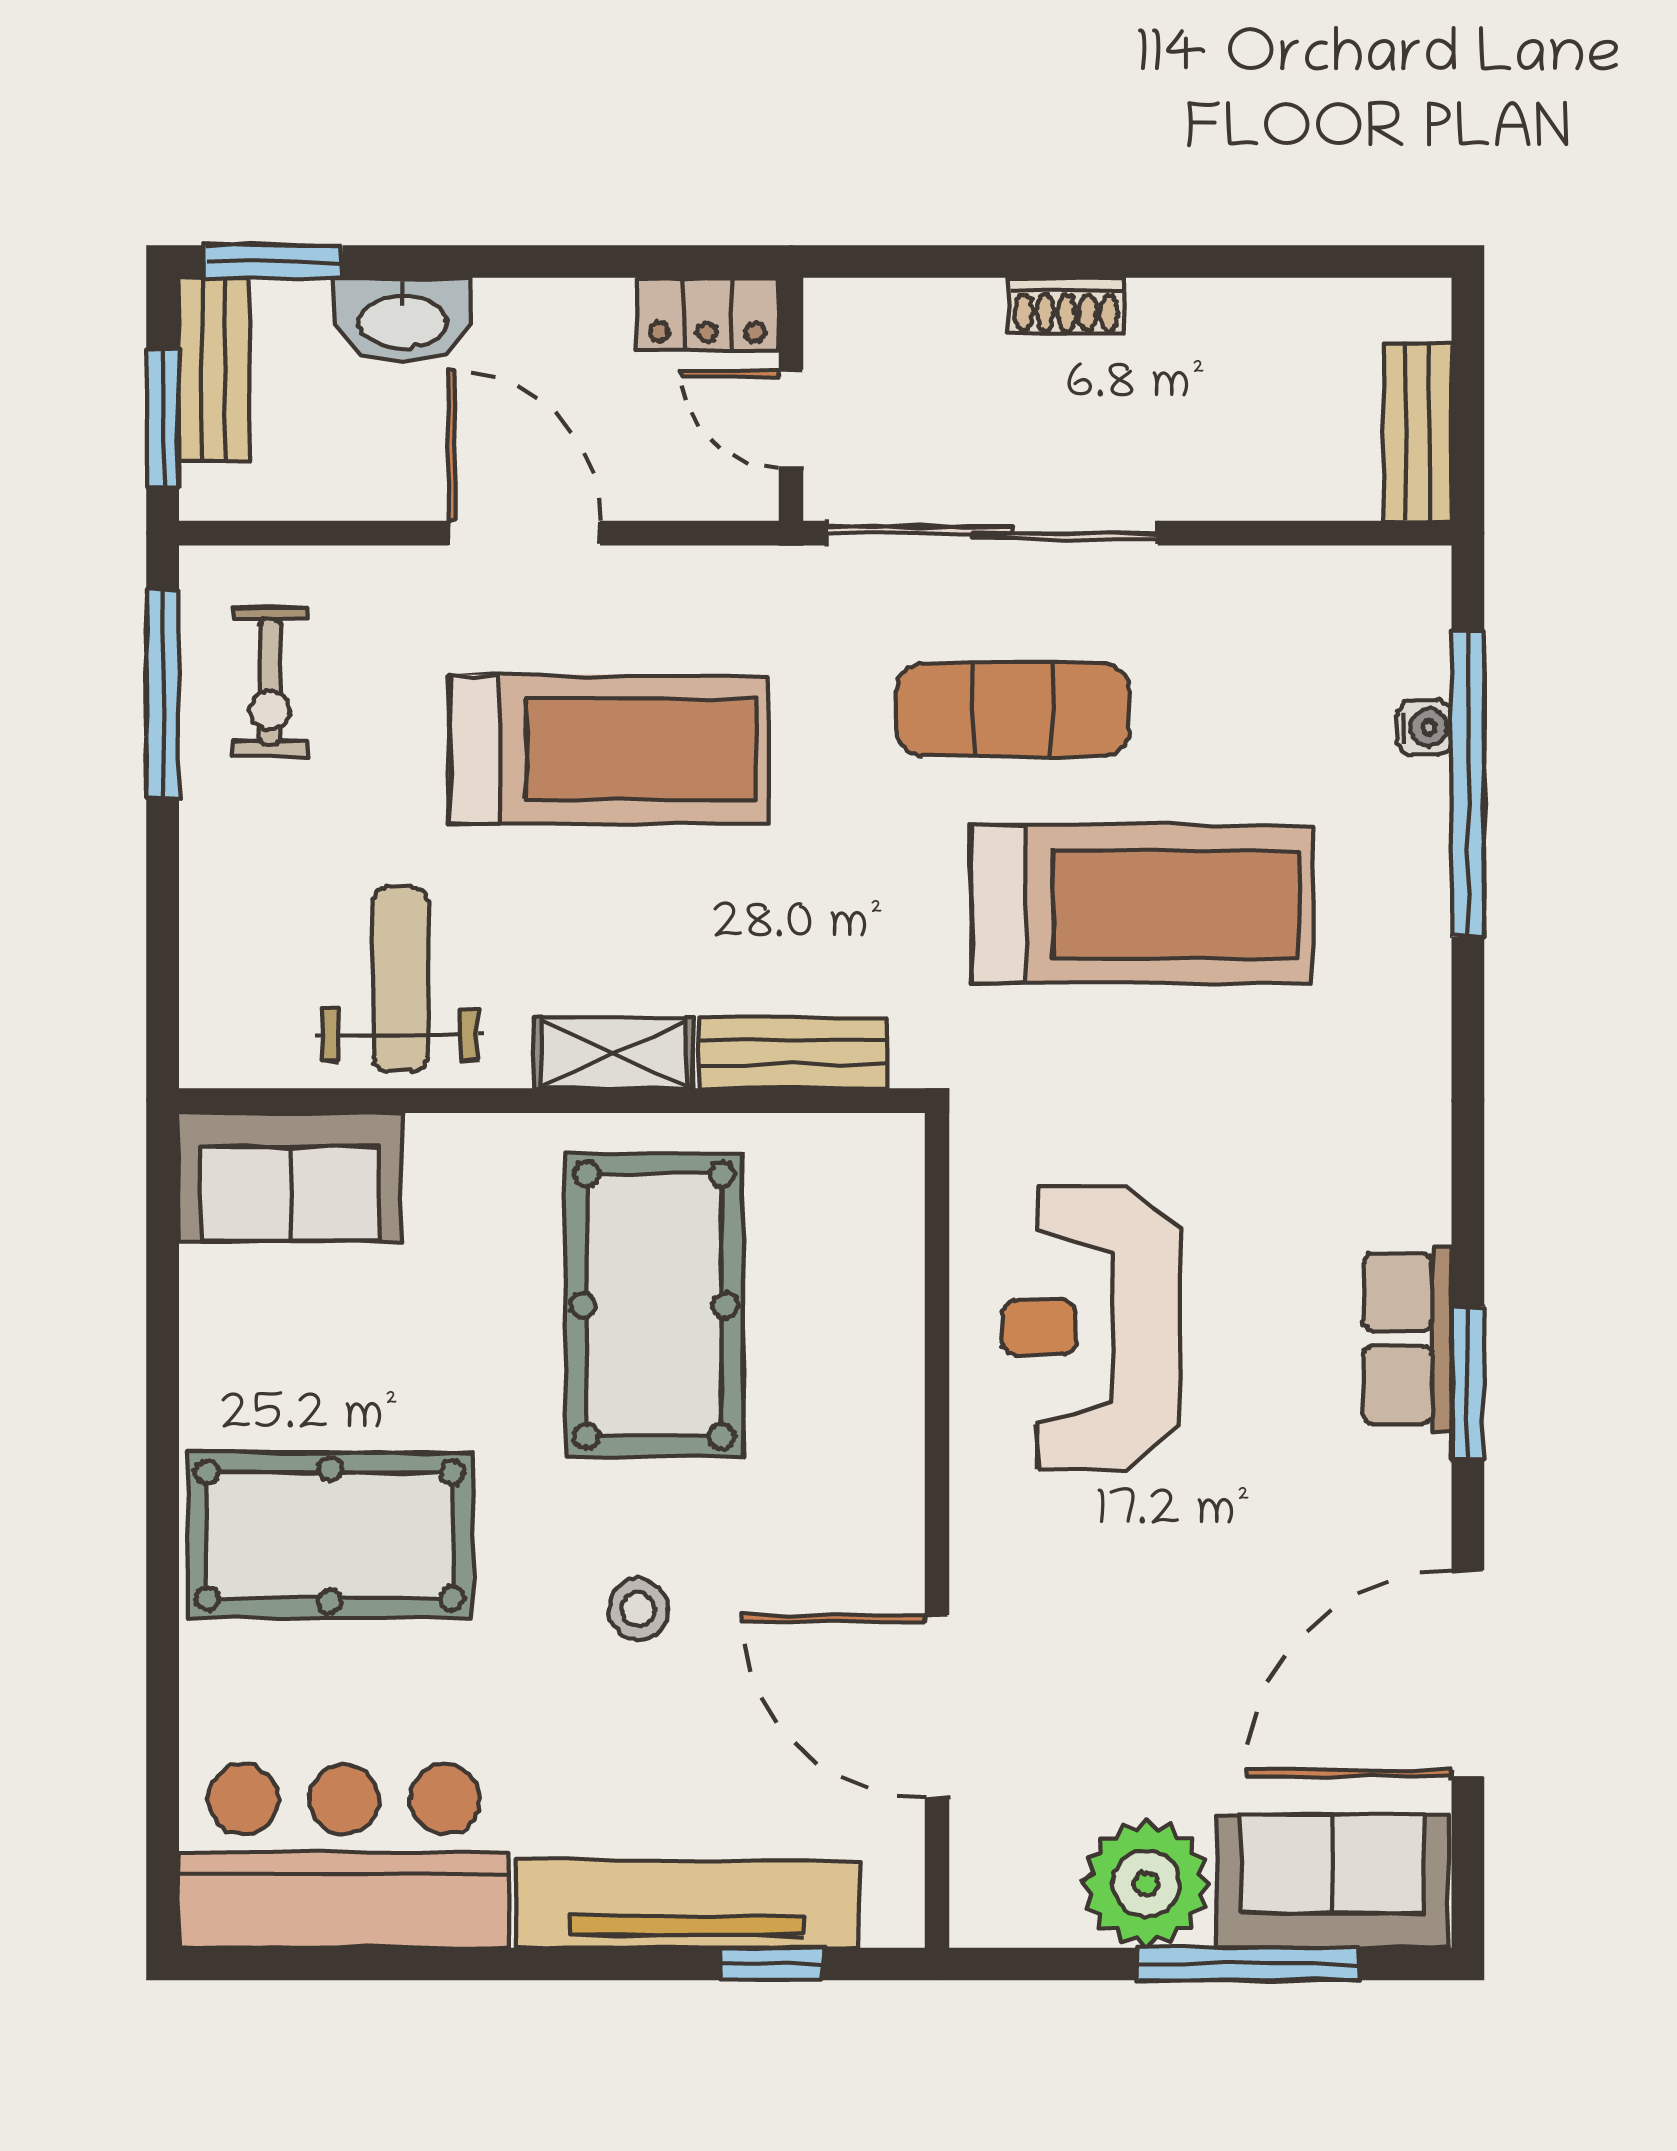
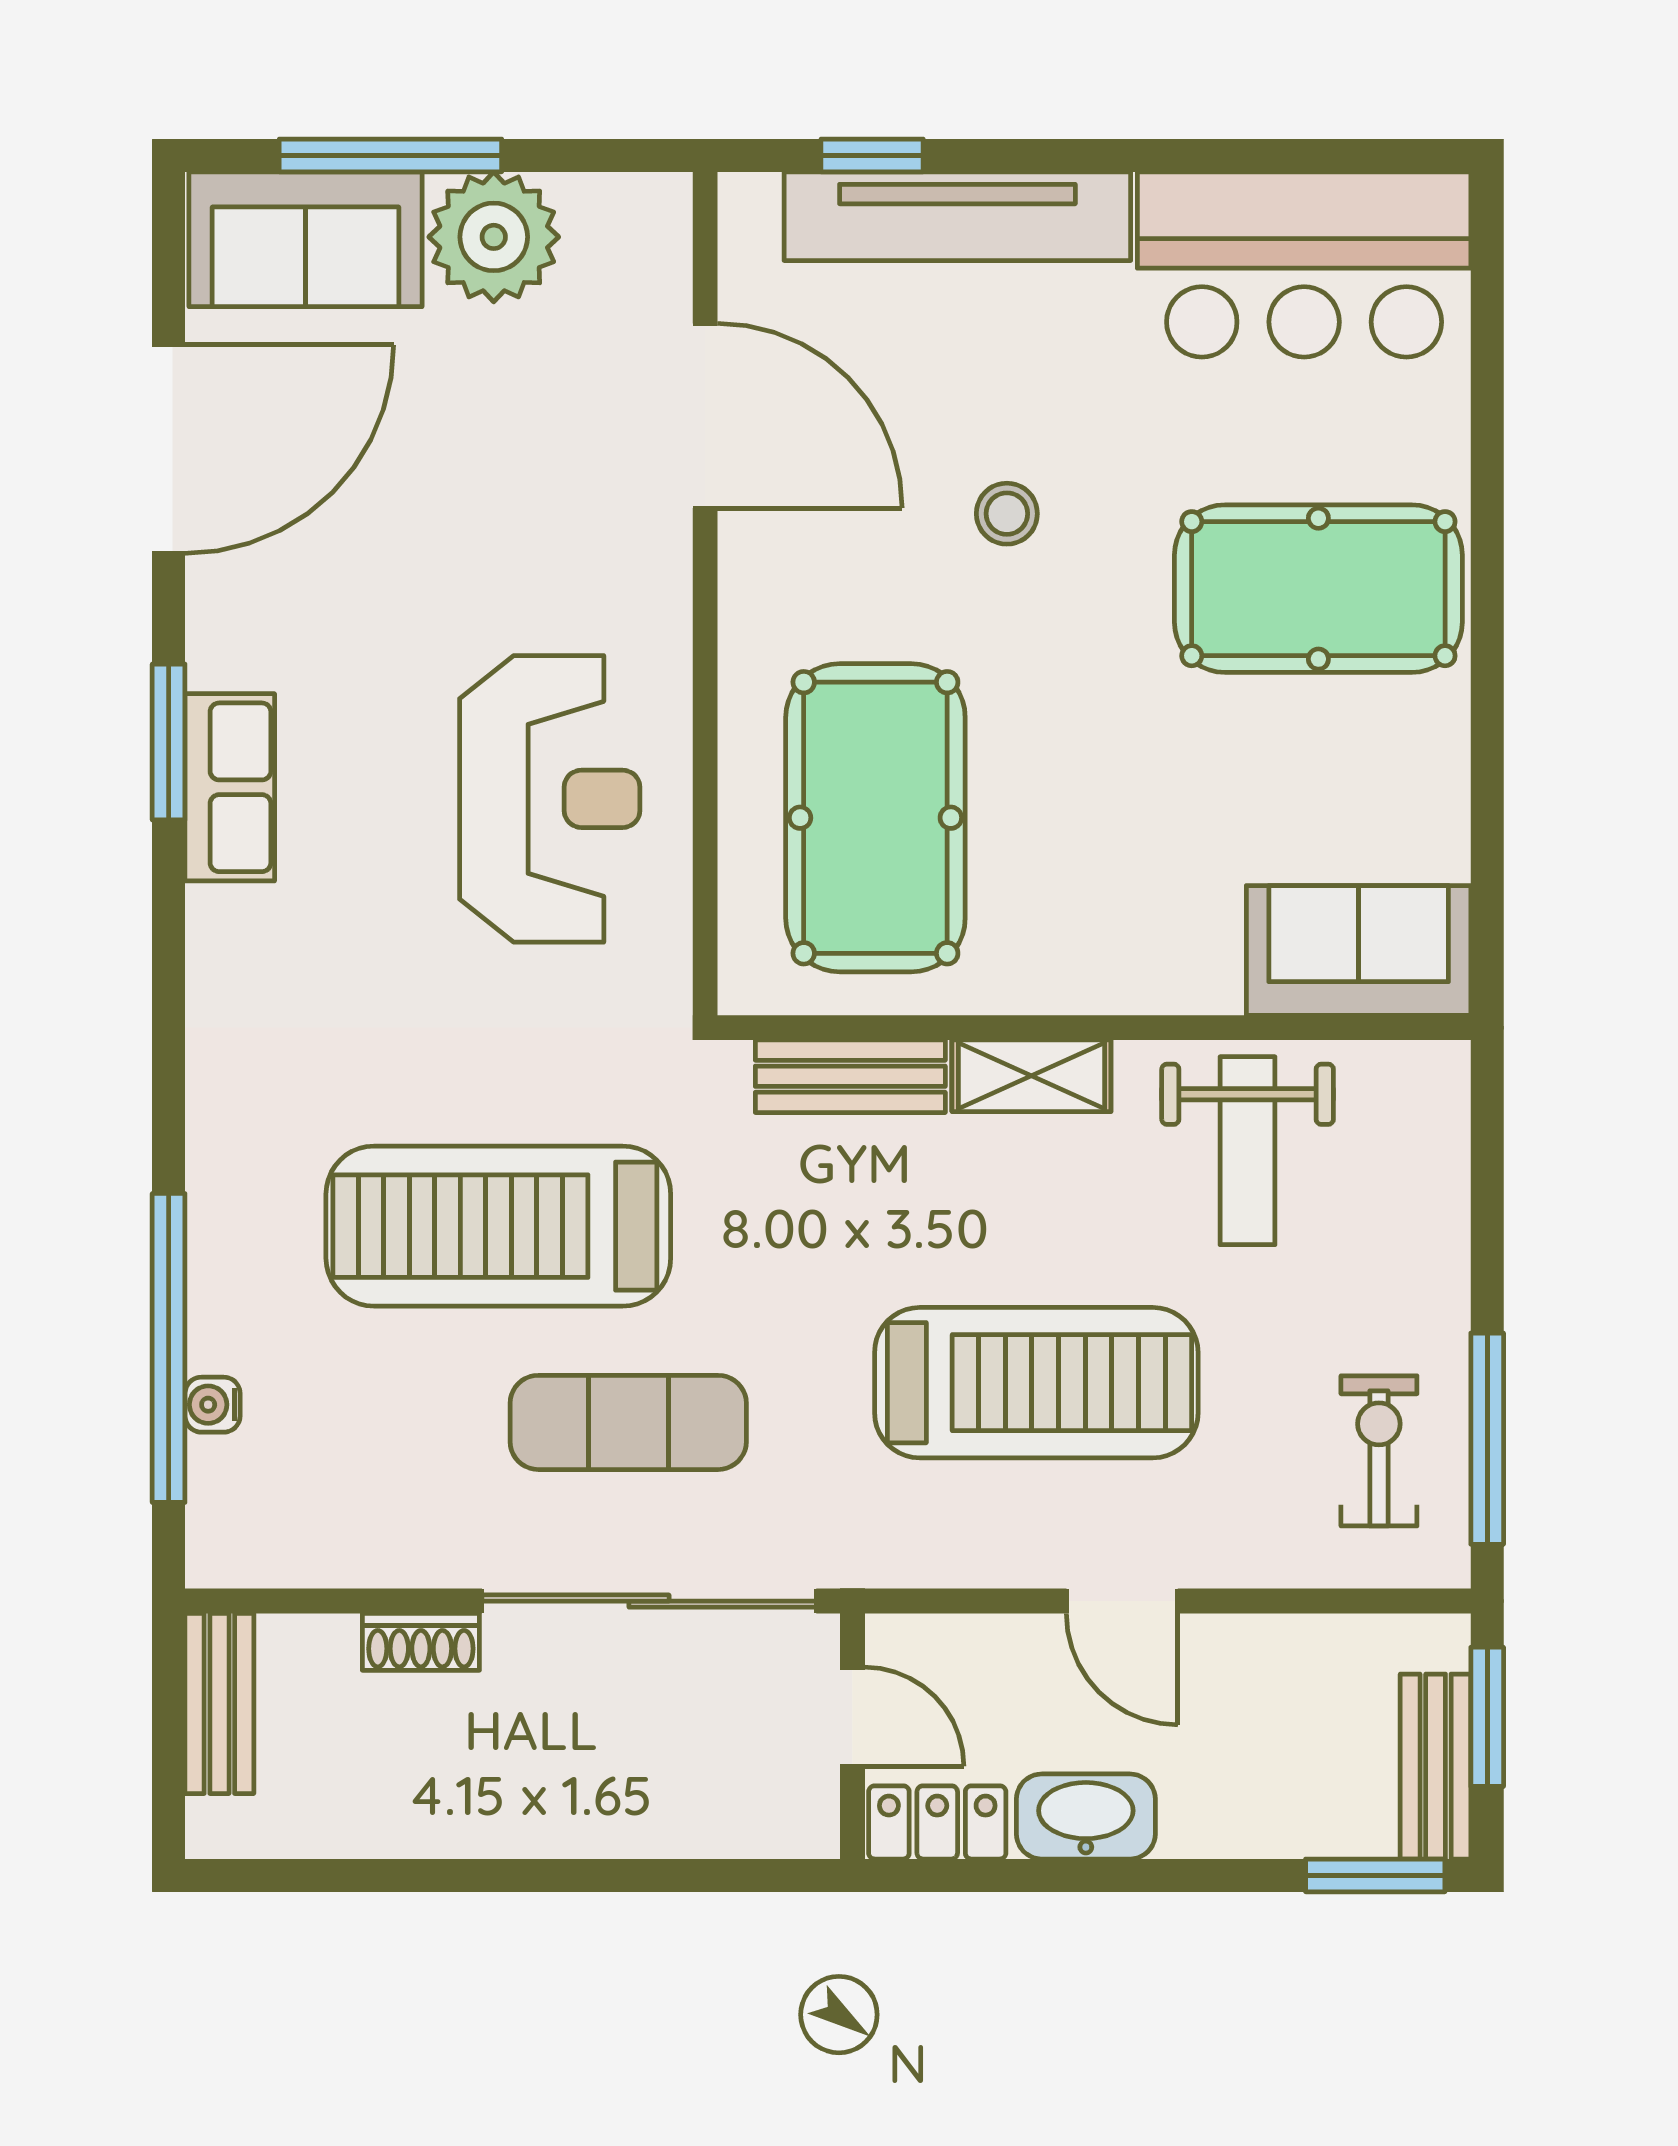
shoe rack: (1066, 306) -> (421, 1642), moved, turned 180
washbasin: (403, 320) -> (1086, 1817), moved
door: (524, 533) -> (1122, 1601), width x0.73
treadmill: (609, 749) -> (1036, 1383), turned 180
pool table: (654, 1305) -> (875, 818), moved

